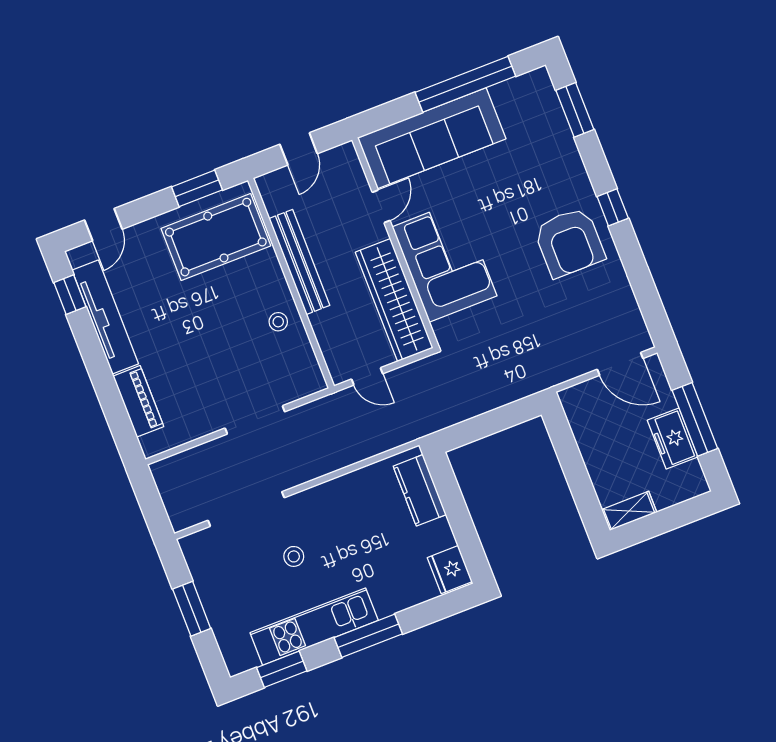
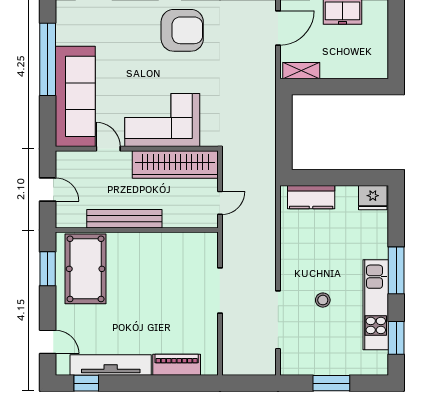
stool: (278, 322) -> (159, 249), removed
shelving: (629, 511) -> (301, 71), moved, turned 90

